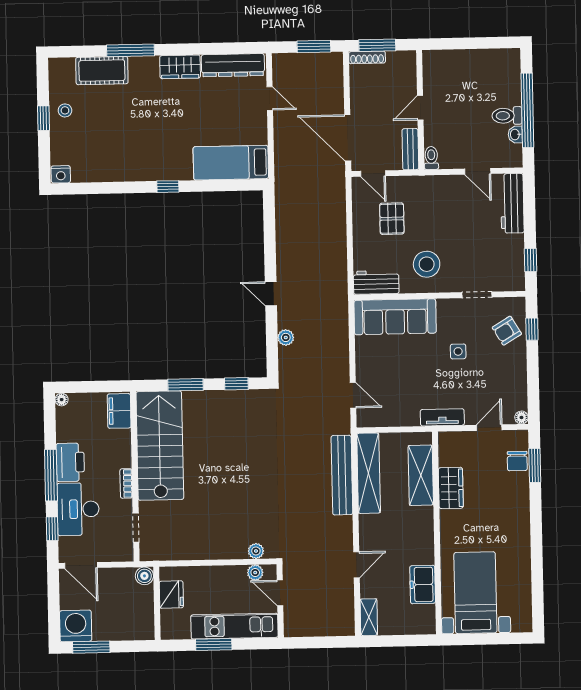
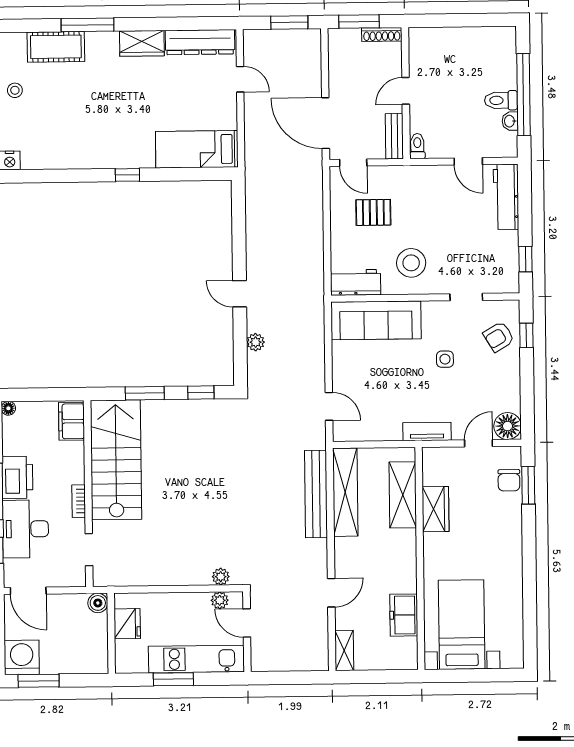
shoe rack: (367, 57) -> (382, 34), moved
pallet: (392, 219) -> (373, 212), turned 90
floor lamp: (521, 417) -> (508, 426), width x1.89, depth x1.89

